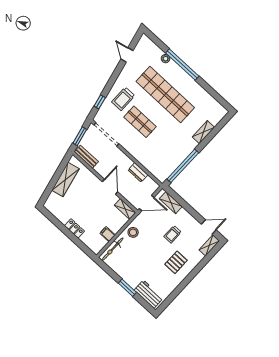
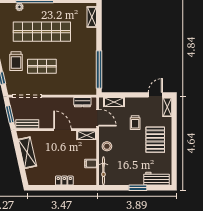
shelving: (203, 132) -> (92, 17), moved
dresser: (138, 172) -> (82, 102), moved
door: (147, 203) -> (98, 118), hinge flipped
pallet: (176, 262) -> (155, 140), width x1.50, depth x1.42

